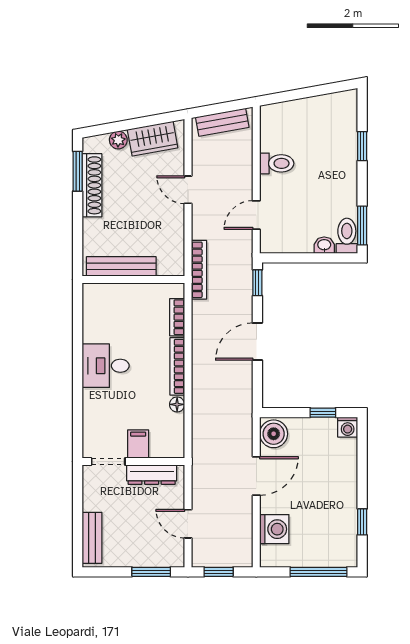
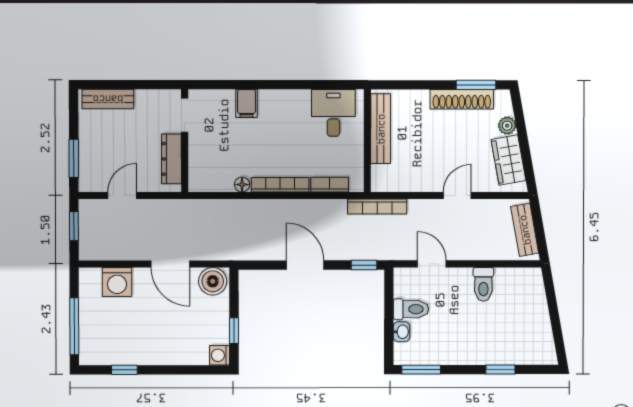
toilet: (347, 236) -> (411, 309), moved
desk: (106, 366) -> (333, 113), moved
filing cabinet: (138, 444) -> (247, 103), moved, turned 90

